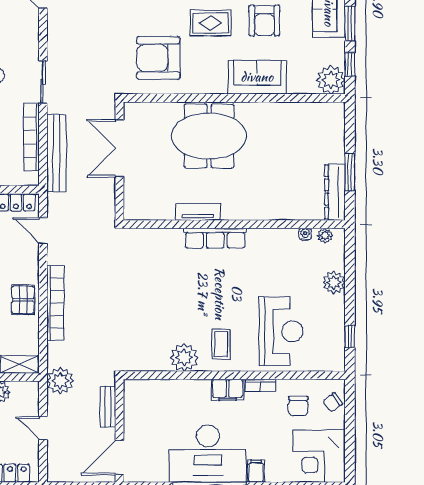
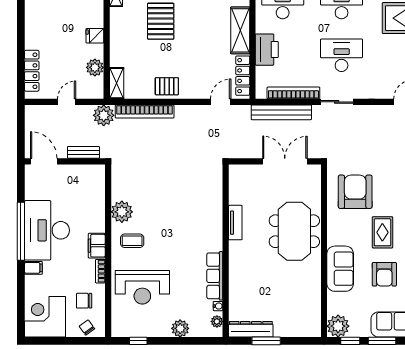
armchair: (264, 21) -> (384, 274), turned -90
row of seats: (215, 238) -> (215, 276), moved
bookcase: (55, 303) -> (145, 111), moved

